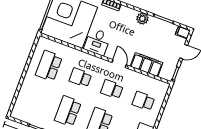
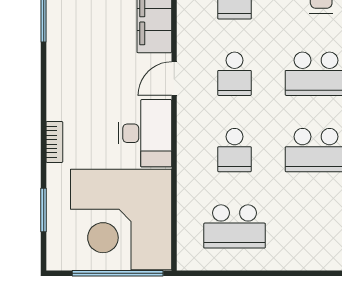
plant: (142, 19) -> (60, 65), removed
desk: (97, 42) -> (145, 133), width x1.37

